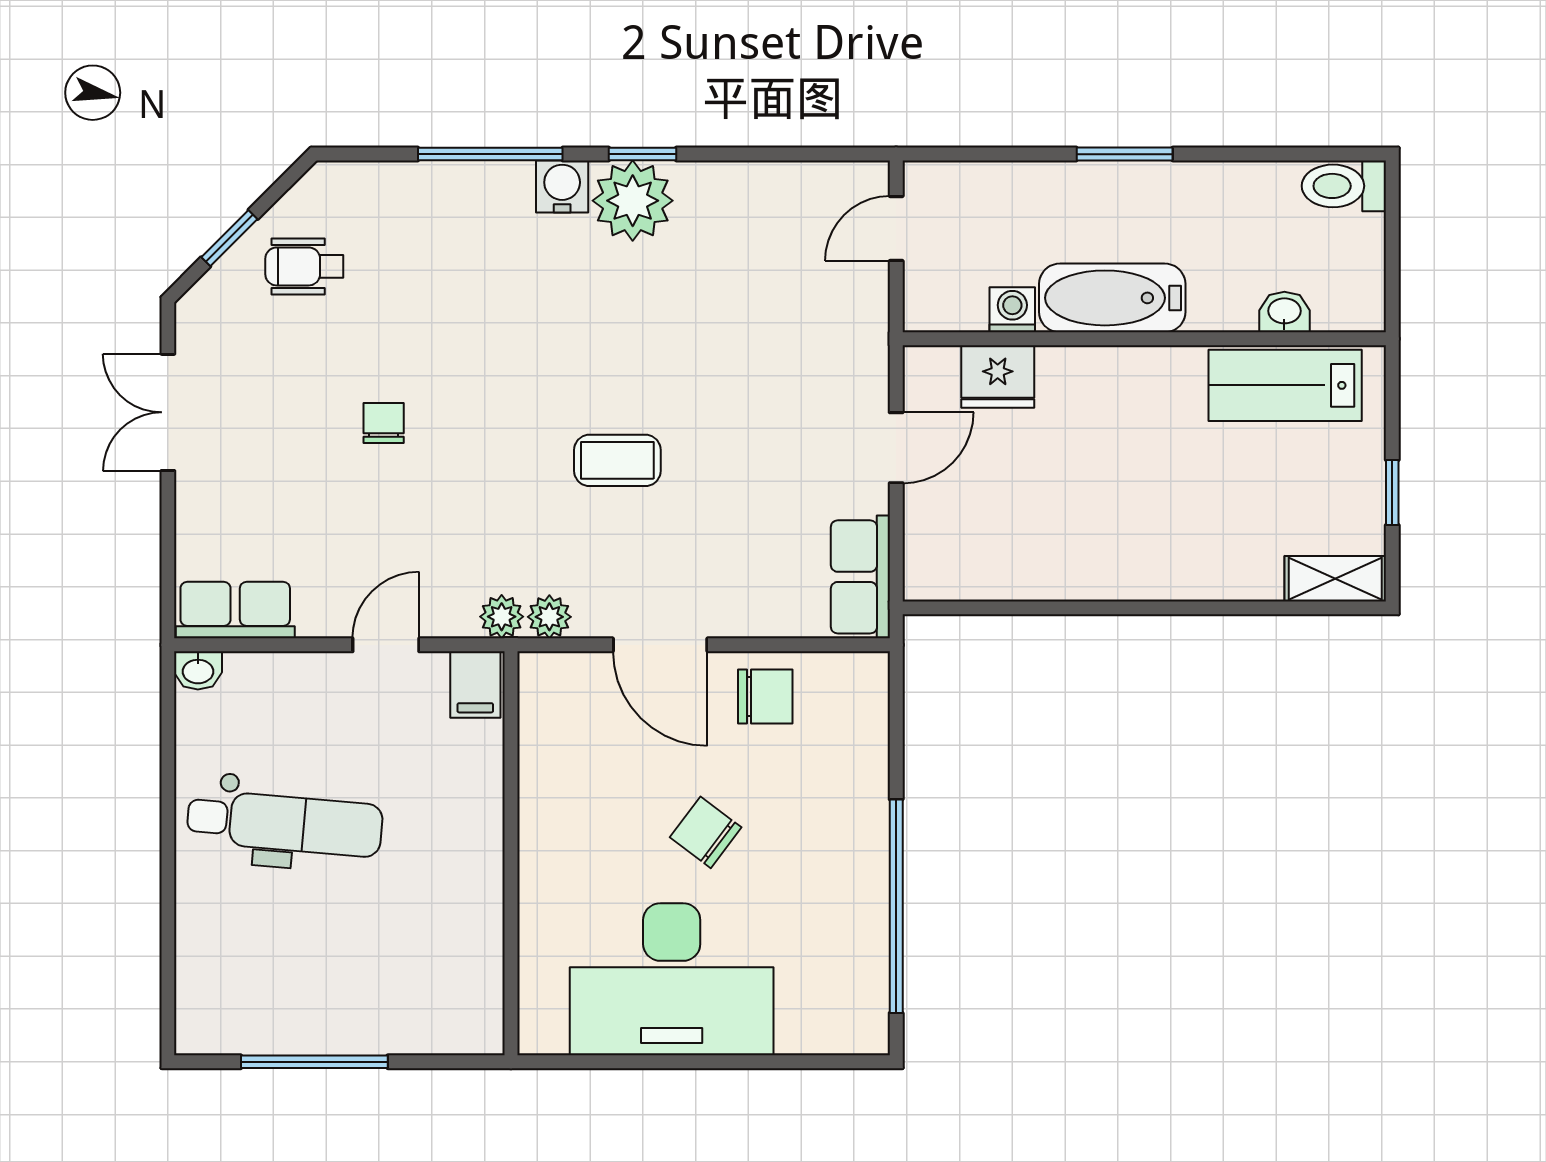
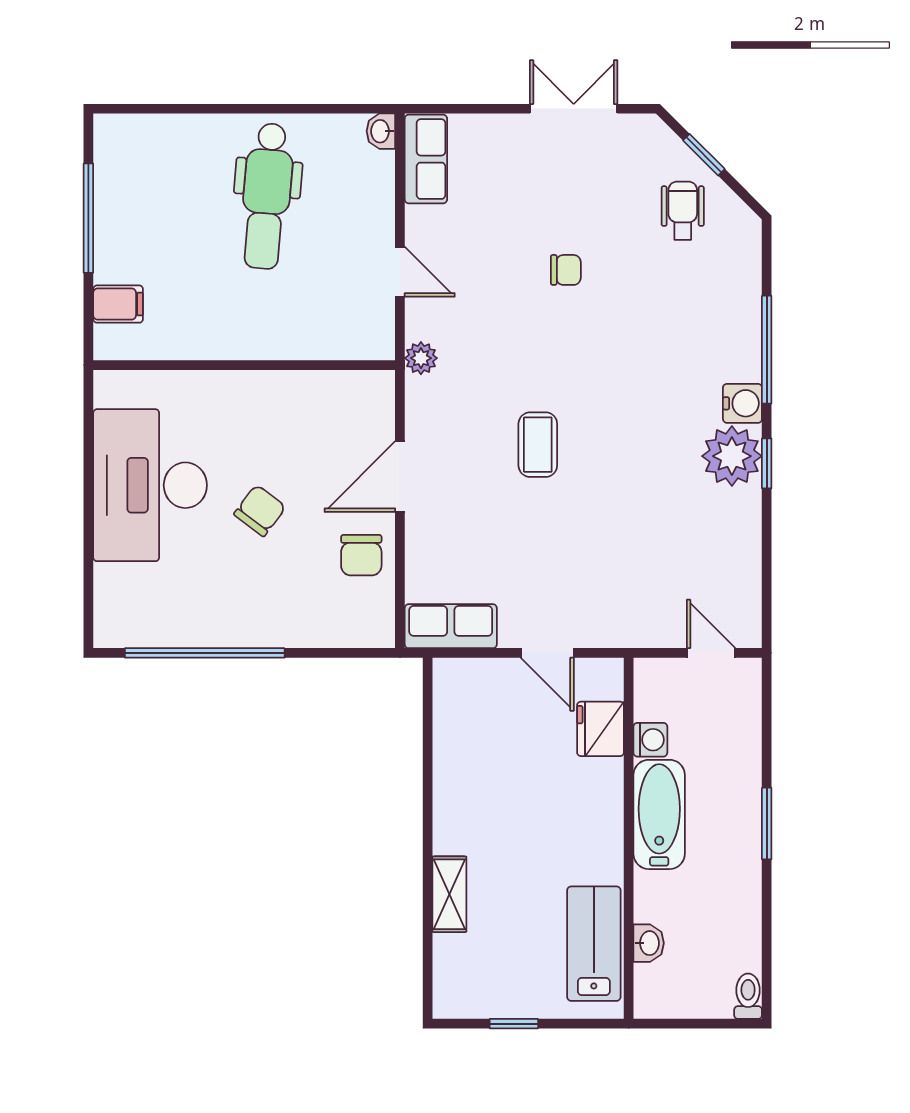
toilet: (1344, 186) -> (748, 996), width x0.73, depth x0.72
shelving: (1335, 579) -> (449, 894), moved
plant: (549, 617) -> (421, 394), removed
filing cabinet: (475, 684) -> (118, 304), moved, turned 180

